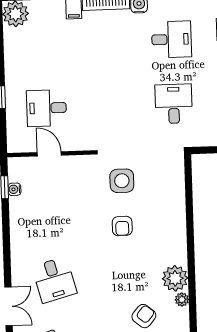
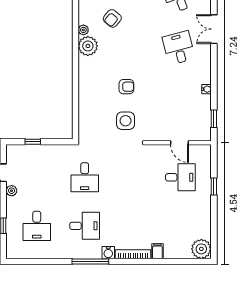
desk: (172, 39) -> (85, 226), turned 180
water cooler: (14, 189) -> (206, 89), moved
armchair: (122, 226) -> (126, 87), turned 90

